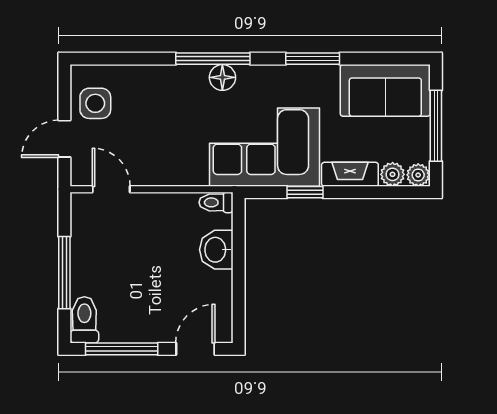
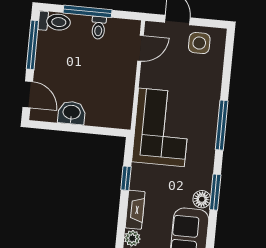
floor lamp: (222, 77) -> (202, 199), moved
corner sofa: (264, 147) -> (161, 127), moved
toilet: (216, 202) -> (99, 28), moved, turned 180
washbasin: (216, 250) -> (72, 113), moved

